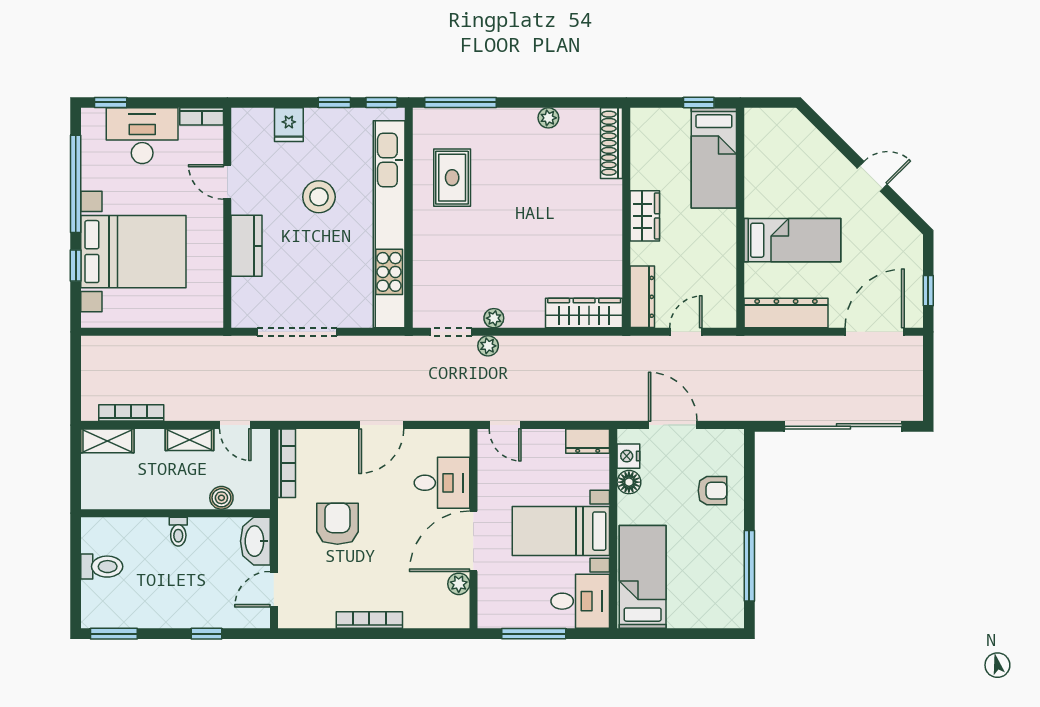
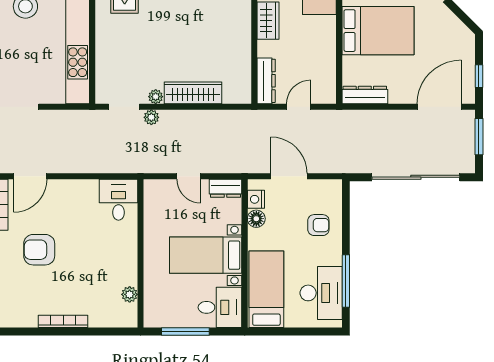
bed: (792, 240) -> (378, 31), width x1.50
wardrobe: (584, 313) -> (193, 93), moved
dresser: (786, 313) -> (365, 95), width x0.73, depth x0.80
window: (928, 372) -> (479, 137), added
door: (381, 425) -> (30, 176), moved
door: (505, 425) -> (189, 176), moved
desk: (442, 483) -> (118, 200), moved, turned -90
armchair: (337, 524) -> (39, 250), turned -90
door: (473, 541) -> (140, 263), removed
desk: (716, 582) -> (321, 293), added

